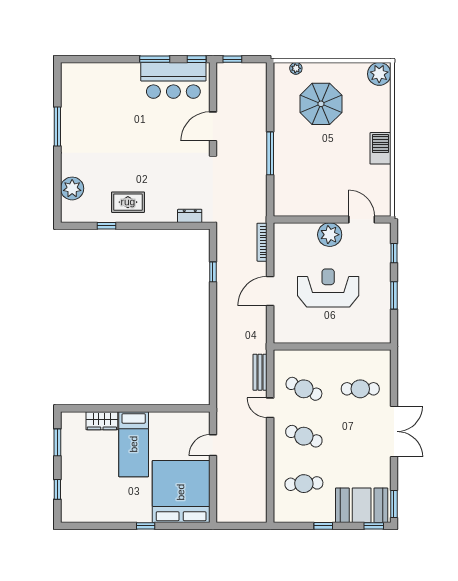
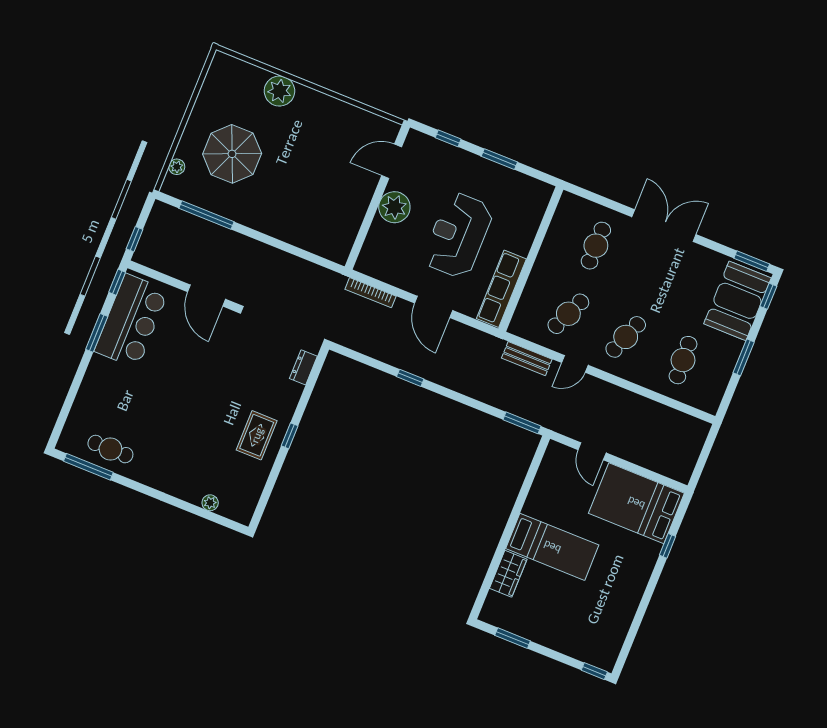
plant: (379, 74) -> (279, 91), moved
cafe table: (76, 102) -> (110, 449), added
window: (57, 126) -> (88, 467), moved
barbecue: (380, 148) -> (315, 104), removed
window: (270, 153) -> (206, 215), moved
plant: (72, 188) -> (210, 503), width x0.53, depth x0.53
window: (106, 226) -> (290, 436), moved
window: (213, 272) -> (410, 378), moved
row of seats: (302, 334) -> (501, 289), added
window: (213, 387) -> (522, 423), added
window: (57, 489) -> (594, 671), moved
bed: (181, 492) -> (636, 503), width x0.73
window: (146, 526) -> (668, 546), moved
window: (323, 526) -> (744, 357), width x1.50

